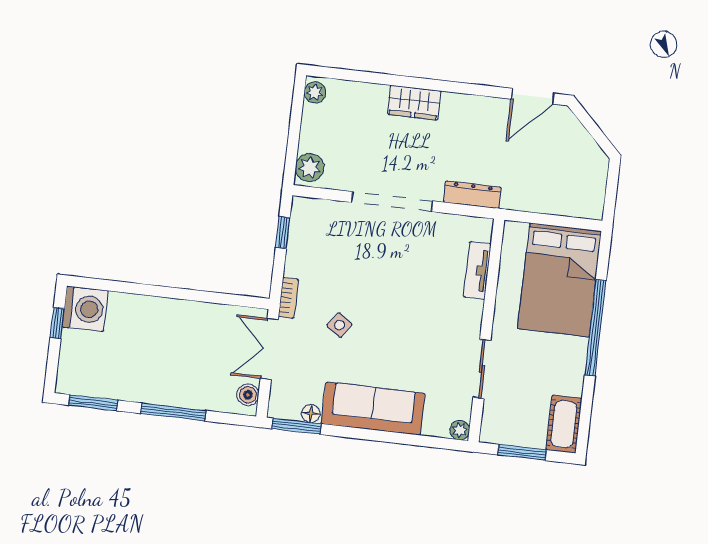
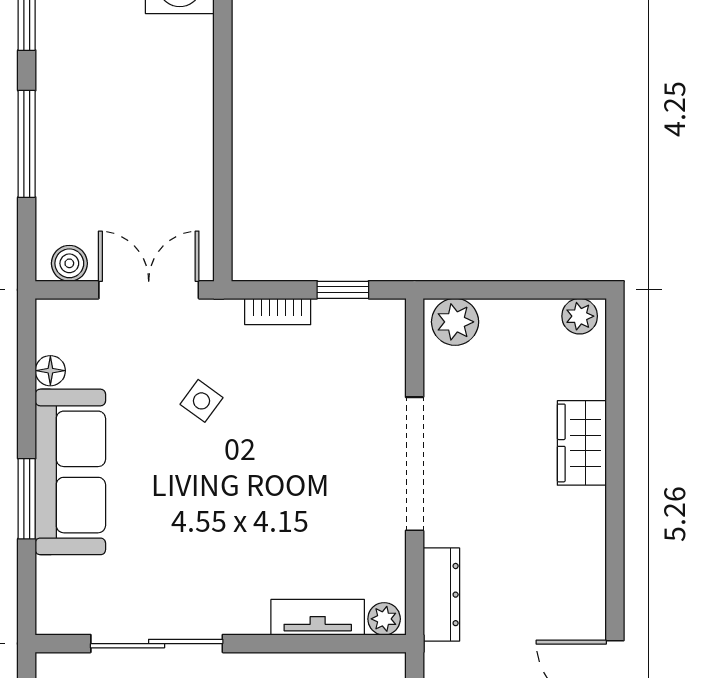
wardrobe: (414, 103) -> (582, 443), moved
bookcase: (288, 298) -> (278, 312), moved
sliding door: (482, 369) -> (157, 644), width x1.37
window: (296, 426) -> (27, 499), moved
plant: (460, 430) -> (384, 619), moved

